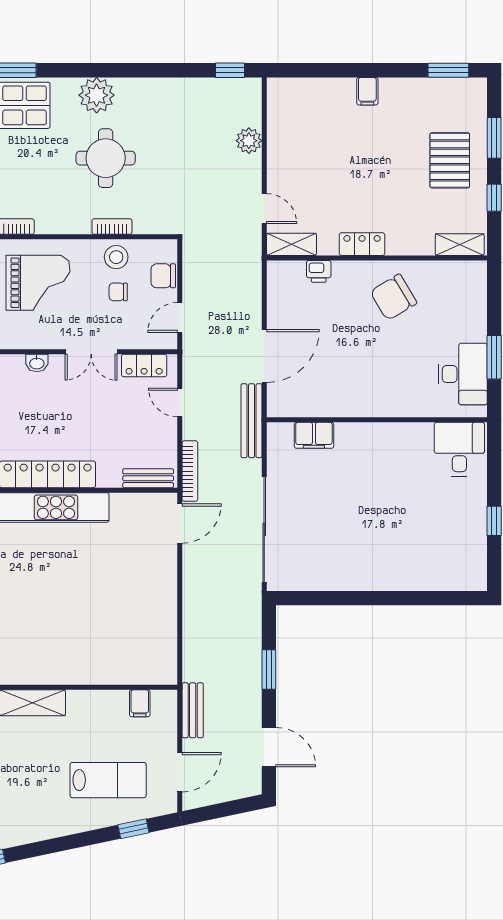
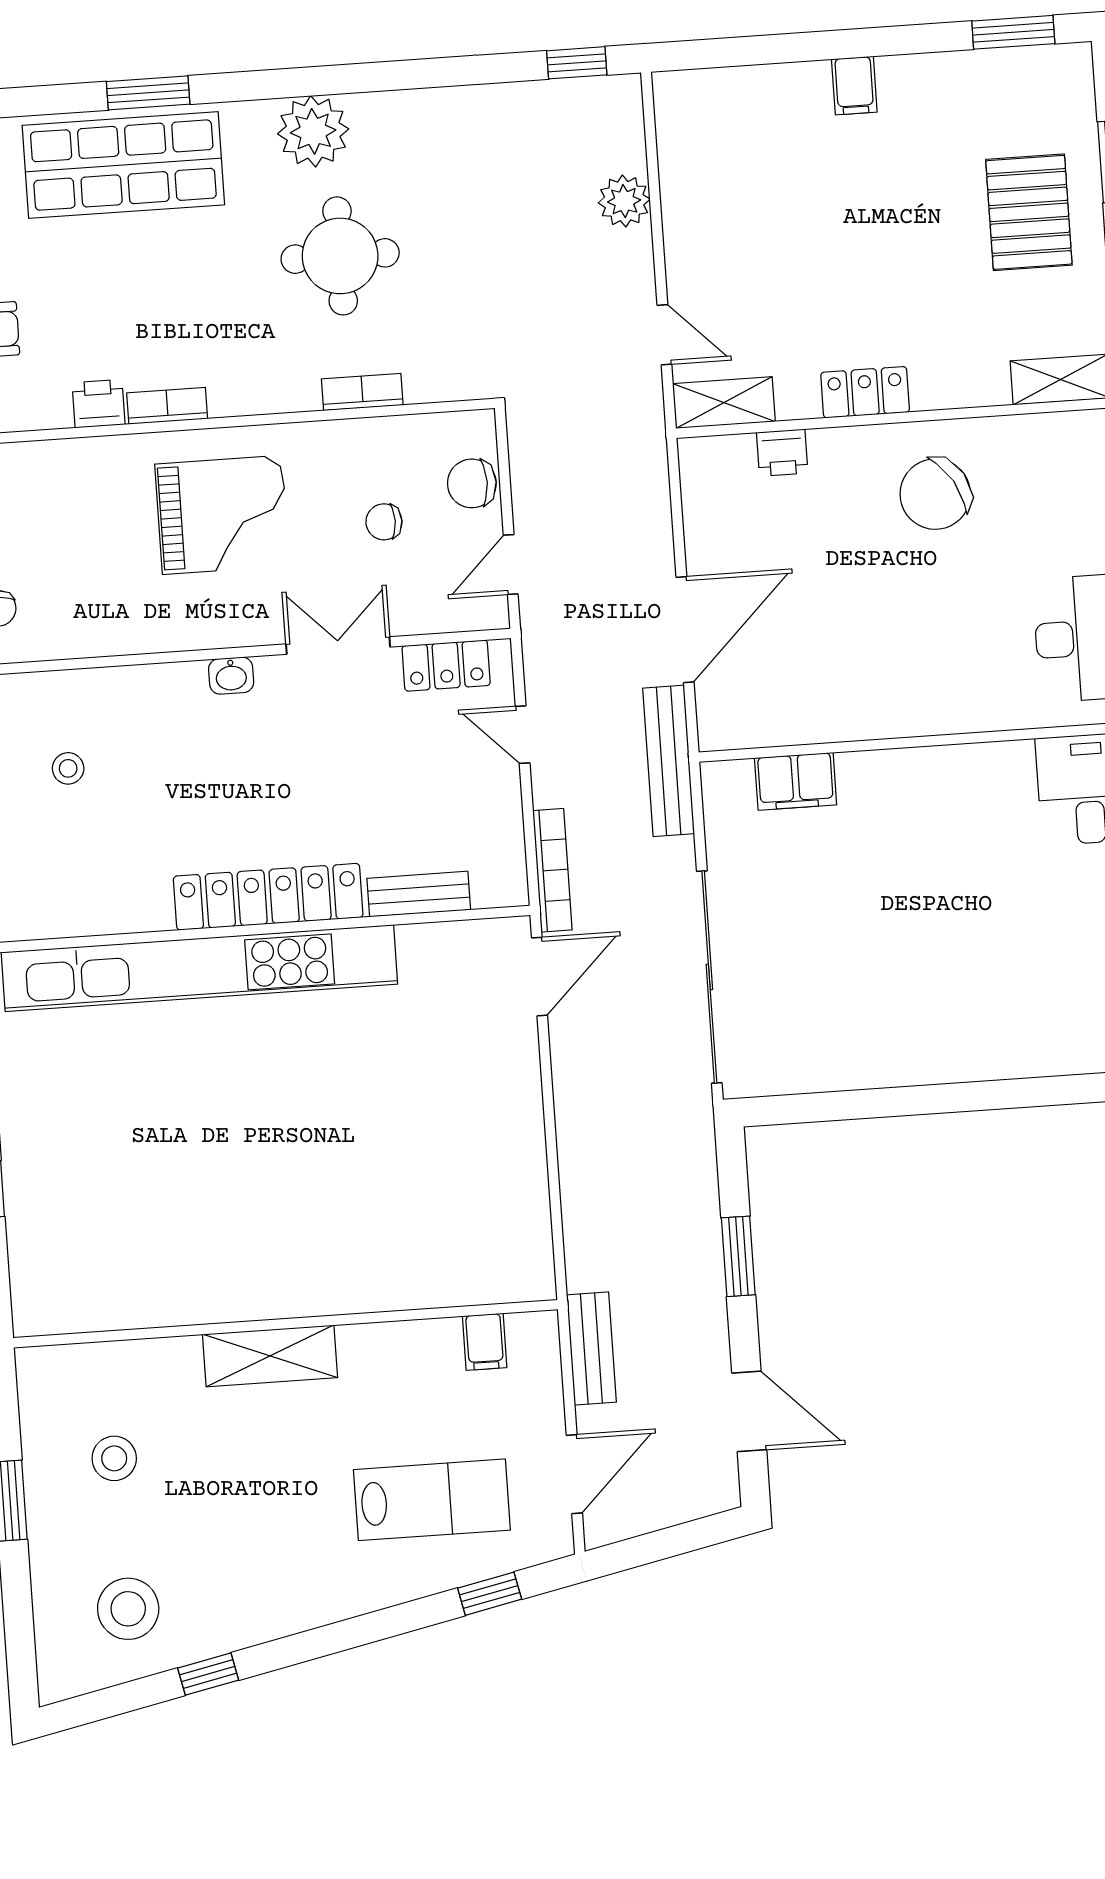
stool: (116, 257) -> (375, 453), removed
double door: (91, 352) -> (338, 646), swing flipped
bench: (148, 478) -> (419, 894), moved

